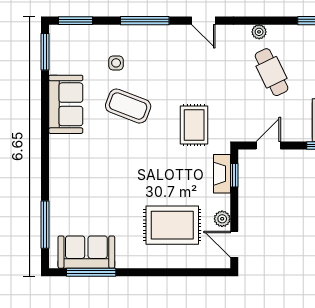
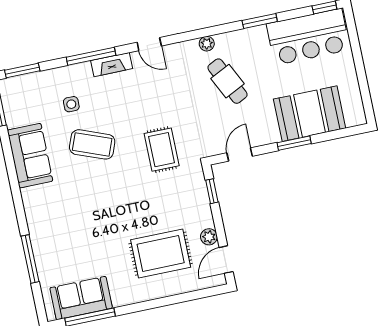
fireplace: (222, 174) -> (112, 65), moved, turned -90
window: (45, 225) -> (30, 259), moved
door: (234, 244) -> (226, 260), hinge flipped

